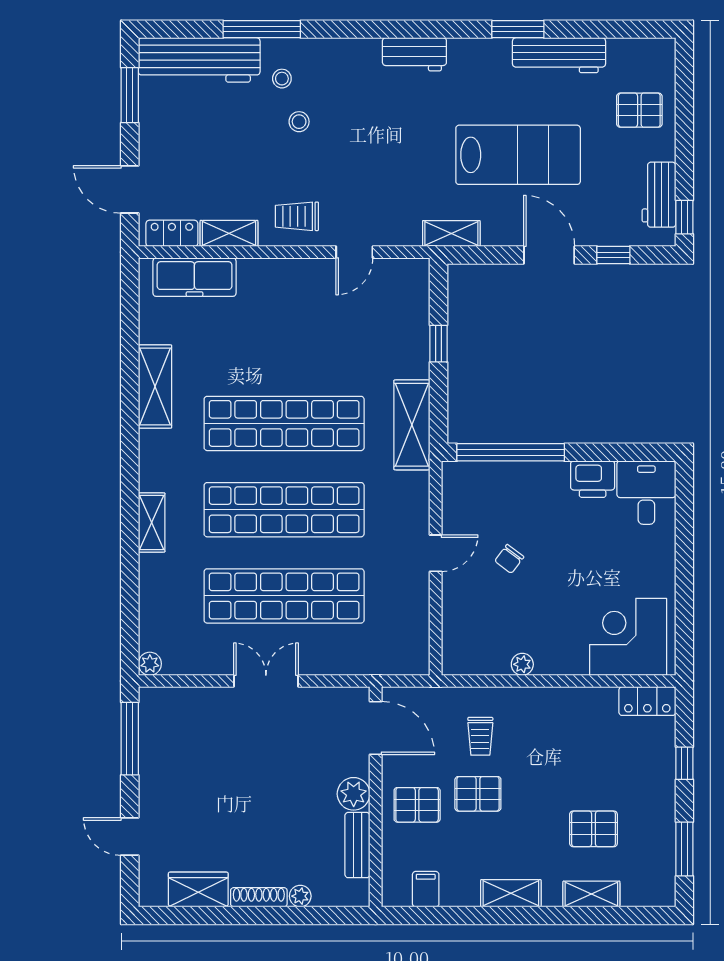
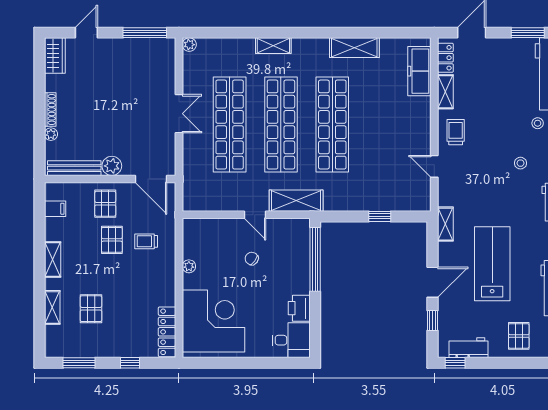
stool: (299, 122) -> (520, 163), moved
lab bench: (518, 155) -> (492, 264), turned 180
shelving: (412, 425) -> (296, 201), moved
corner desk: (628, 637) -> (214, 321), width x1.36, depth x1.36
locker: (647, 701) -> (167, 332), width x1.53
door: (376, 728) -> (151, 179), hinge flipped
bench: (357, 845) -> (74, 168), width x1.36
wardrobe: (198, 889) -> (55, 56), moved

